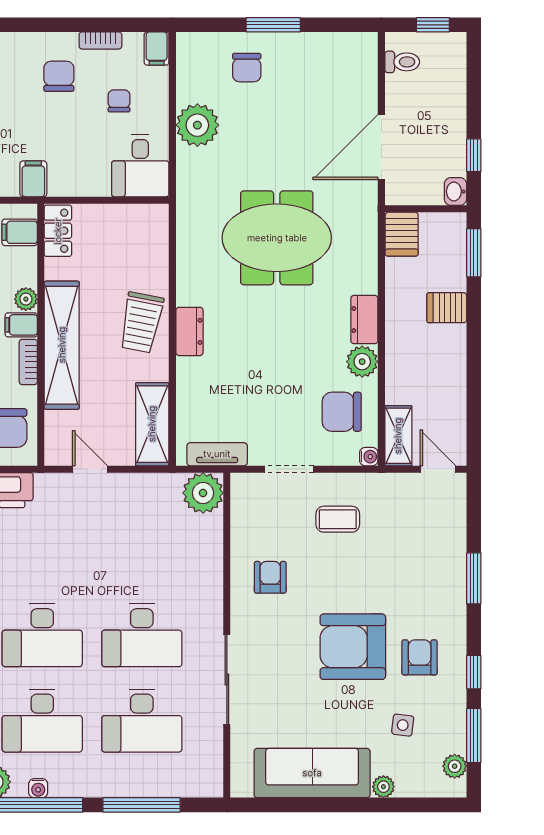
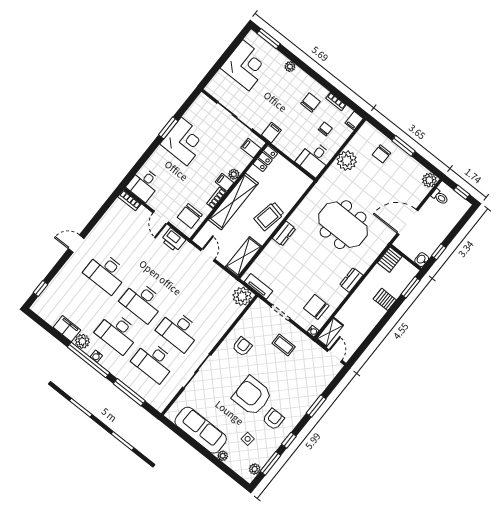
plant: (362, 362) -> (429, 180), moved

